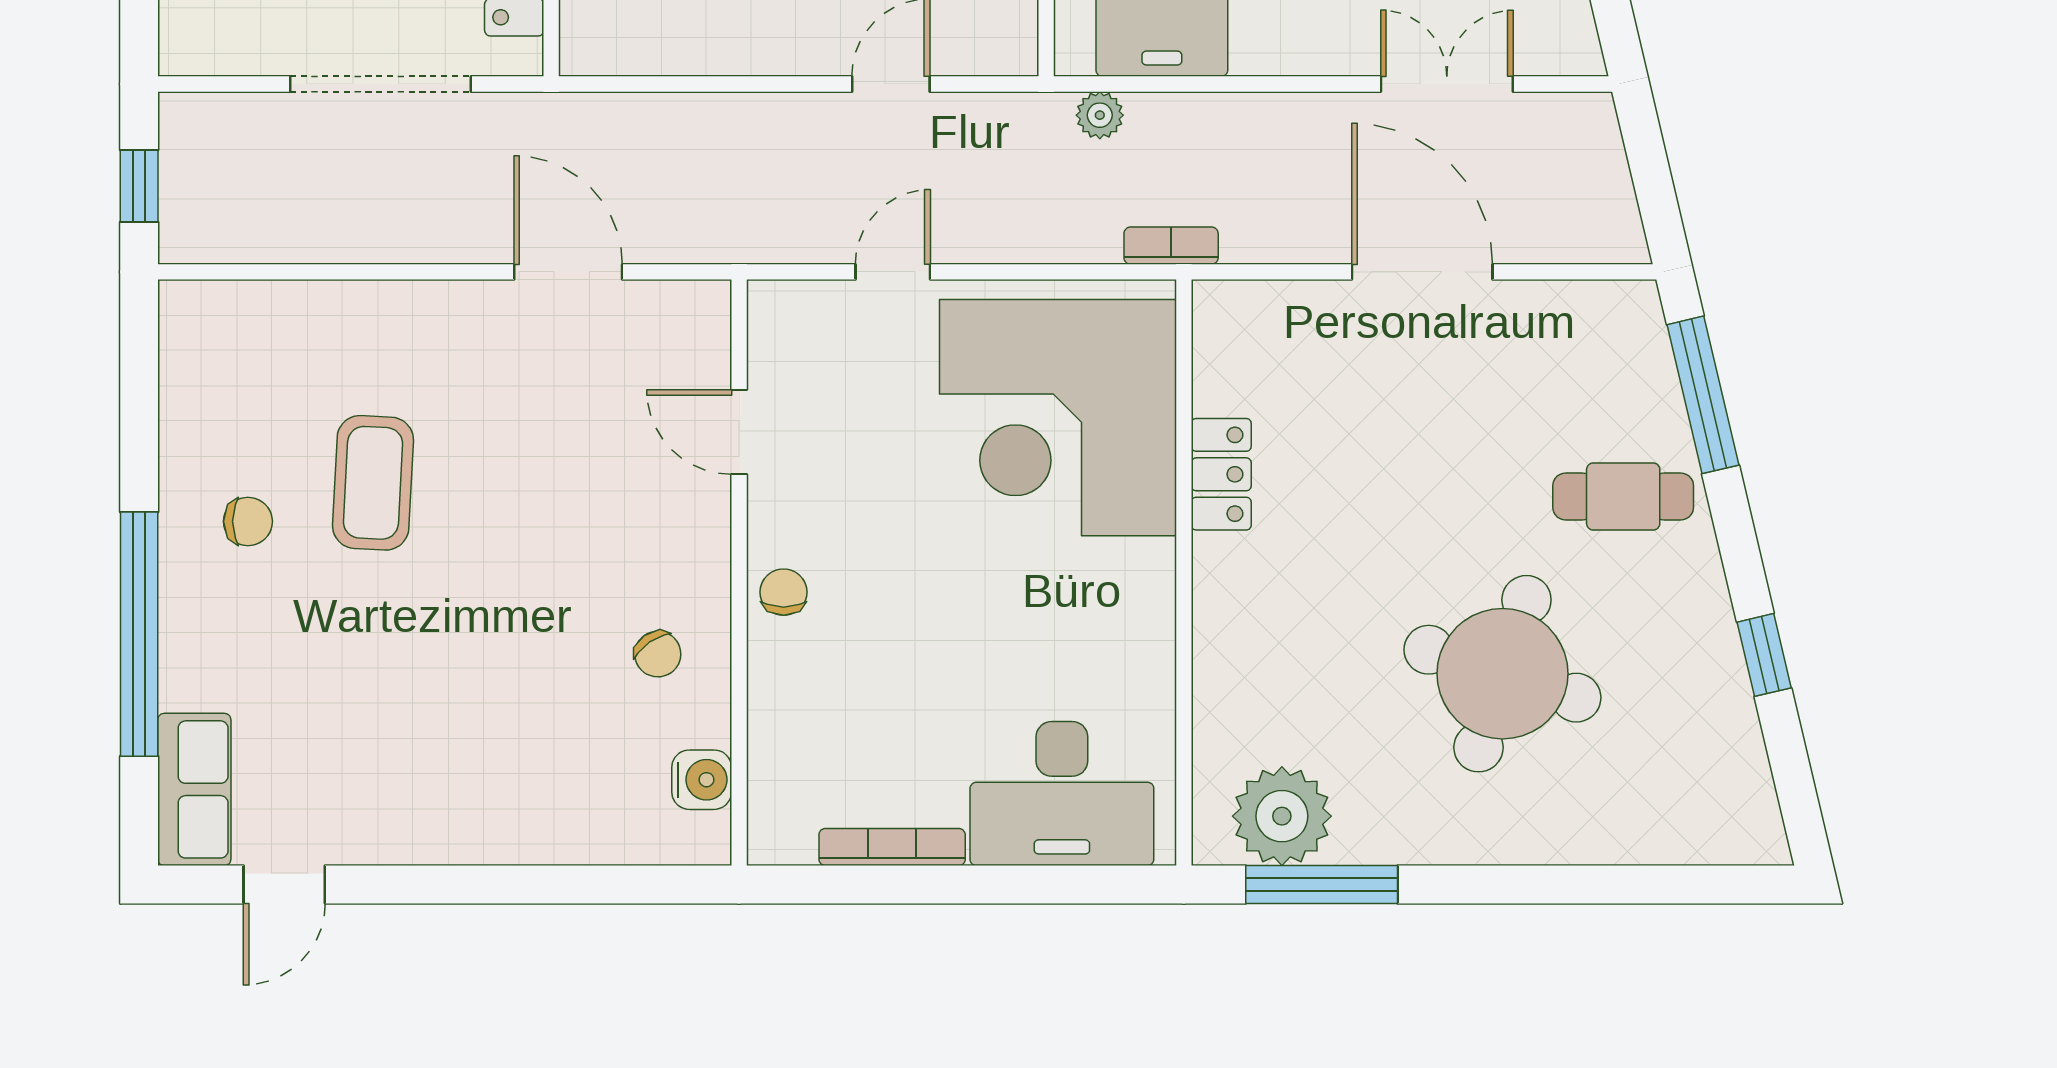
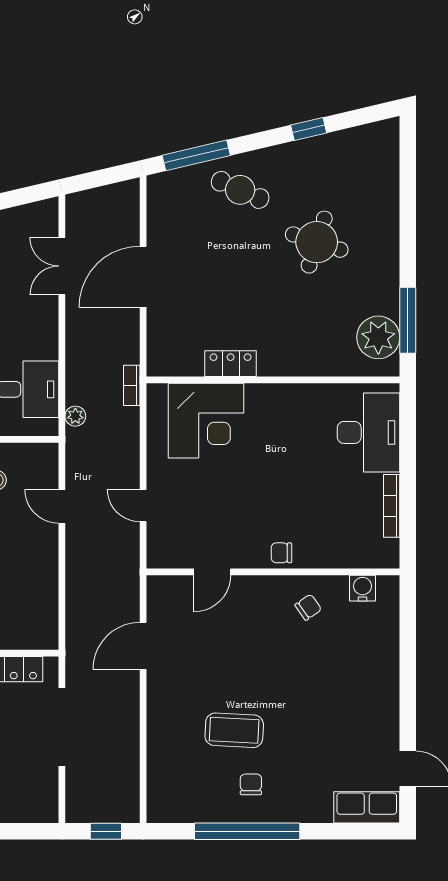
corner desk: (1058, 418) -> (206, 421), width x0.74, depth x0.74
cafe table: (1623, 497) -> (240, 190), turned -66
window: (139, 634) -> (247, 831), moved
round table: (1502, 674) -> (317, 242), width x0.73, depth x0.73

